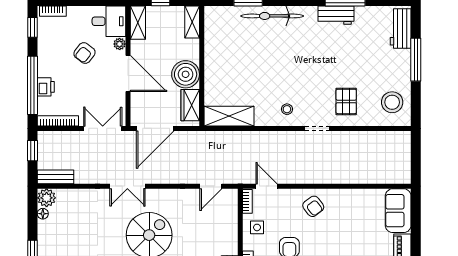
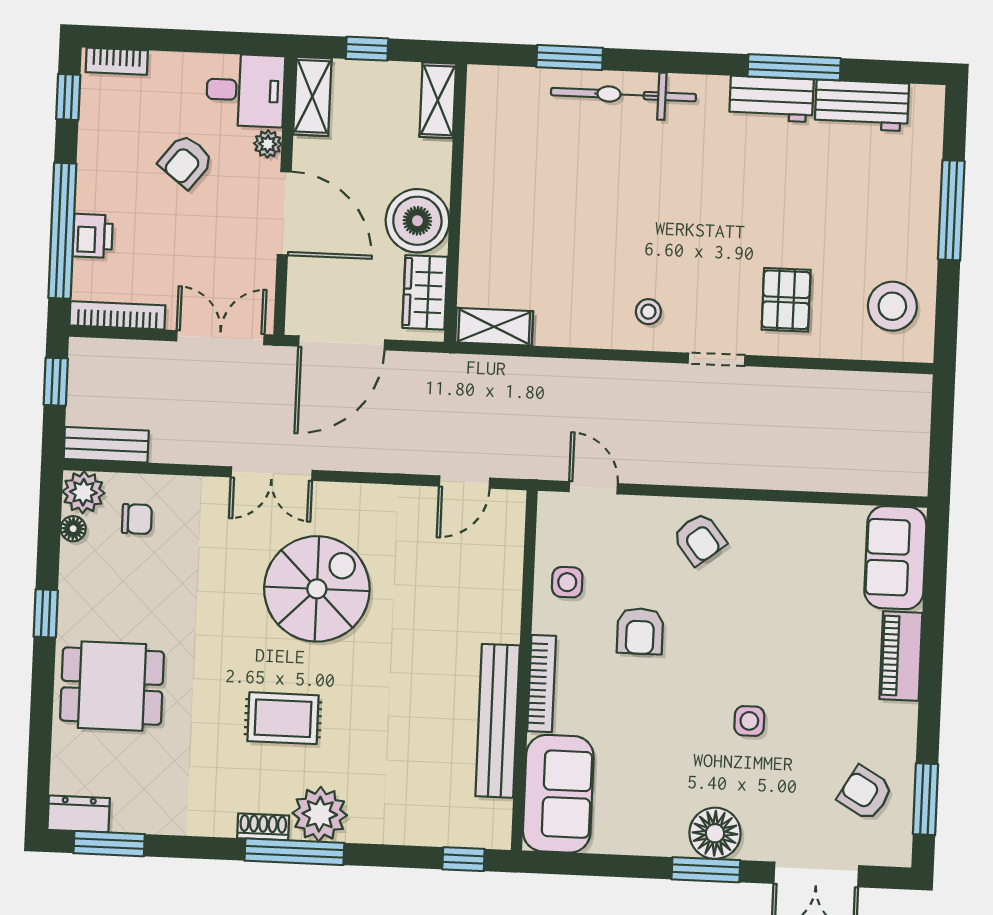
workbench: (401, 28) -> (862, 105), moved, turned -90
shelving: (229, 116) -> (494, 327), width x0.67, depth x0.75
bookcase: (247, 201) -> (548, 521), removed
chair: (70, 208) -> (137, 519), added

